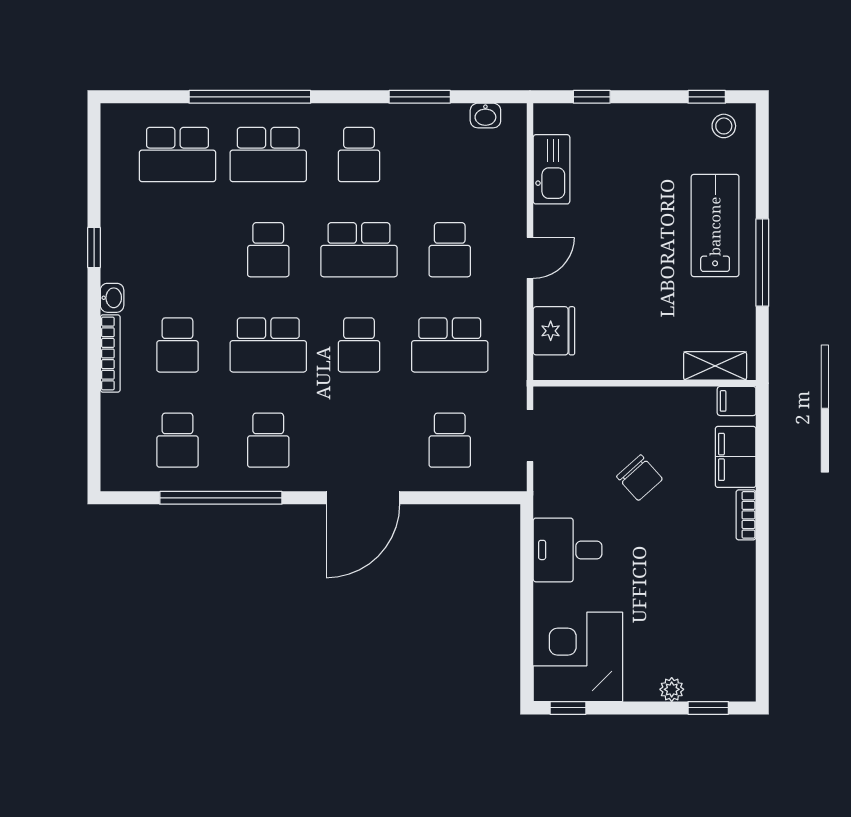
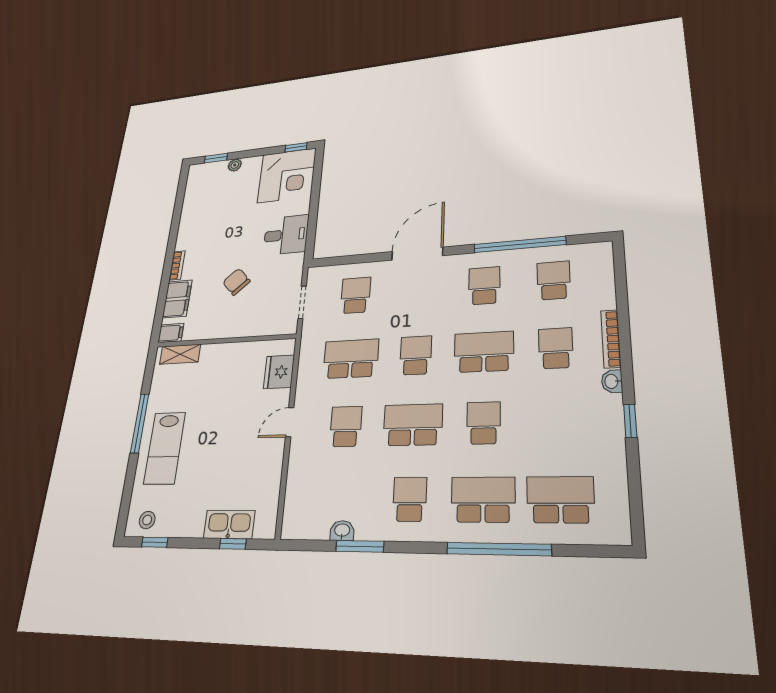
washbasin: (485, 116) -> (342, 531), moved
kitchen sink: (551, 169) -> (229, 524), moved, turned 90

